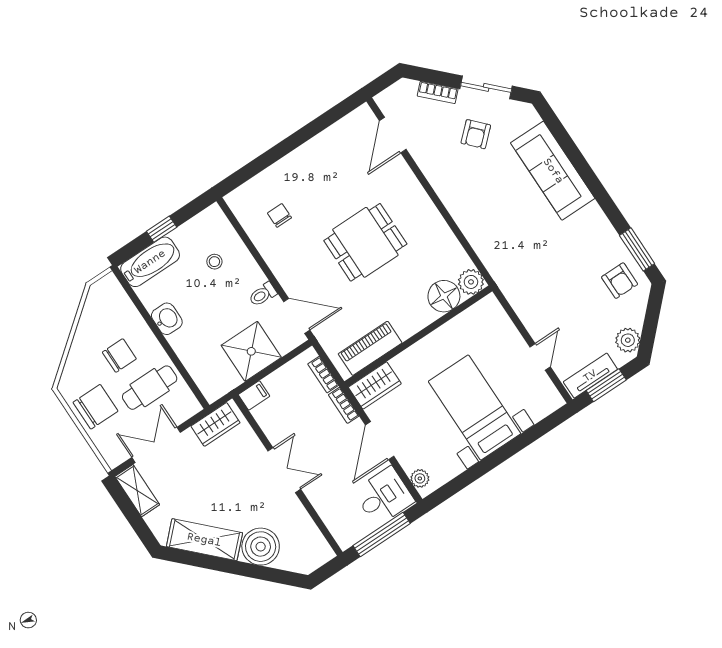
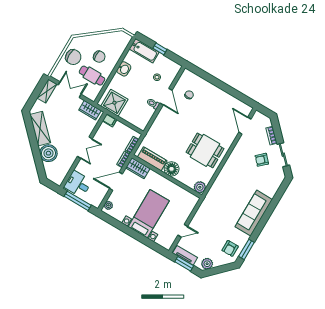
door: (393, 135) -> (245, 126), hinge flipped
sofa: (553, 171) -> (254, 213), moved
dining table: (365, 242) -> (205, 150), moved
floor lamp: (444, 296) -> (172, 169), moved
door: (297, 316) -> (166, 97), moved
shower: (251, 351) -> (114, 103), moved
desk: (384, 496) -> (78, 184), moved, turned 180

